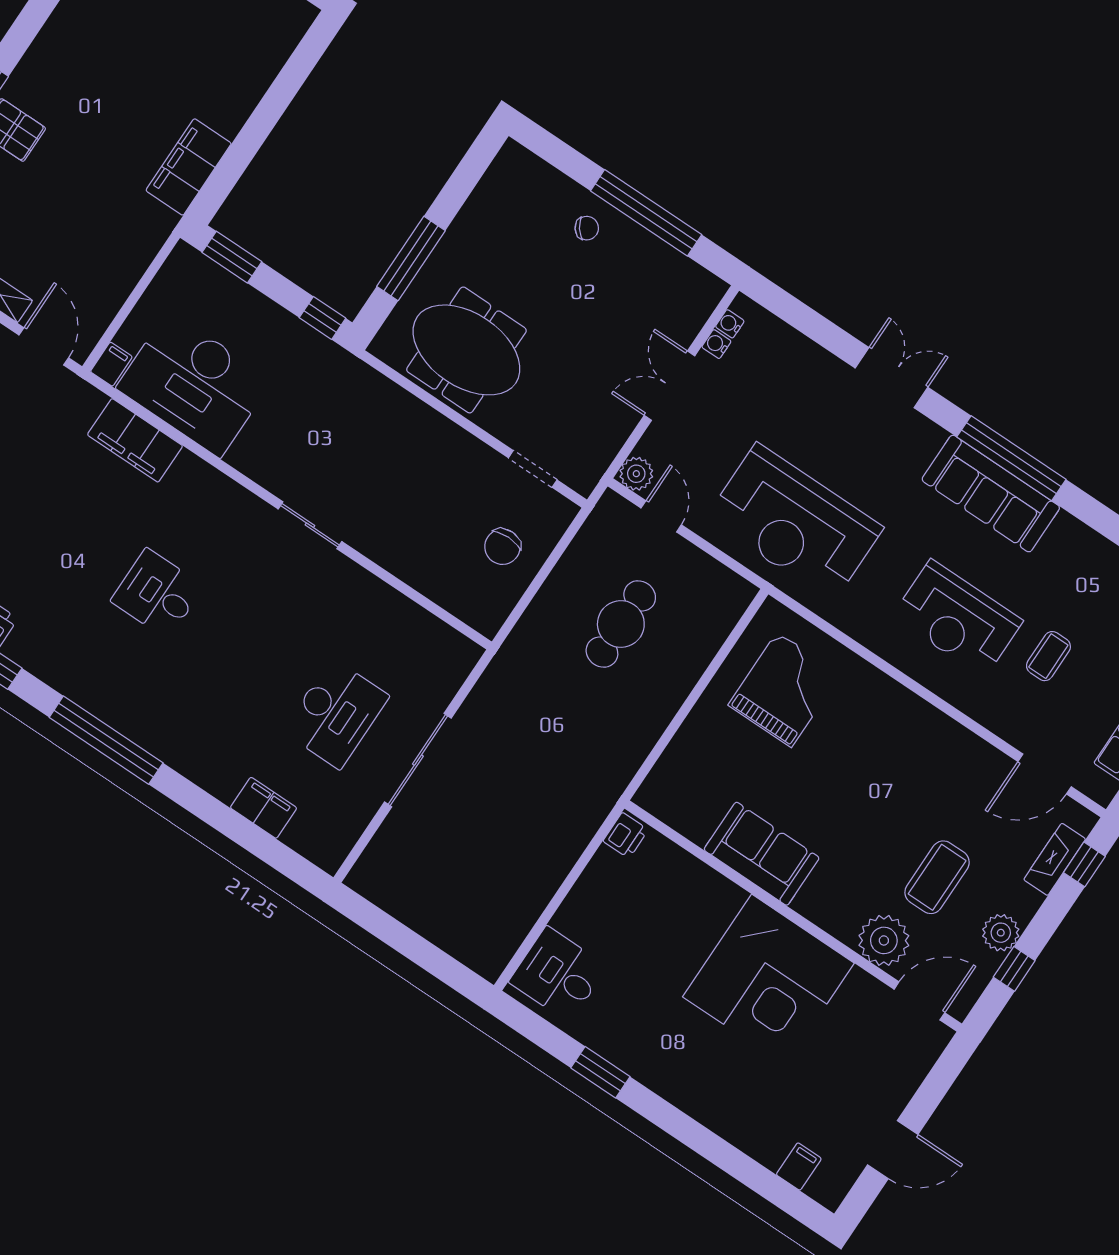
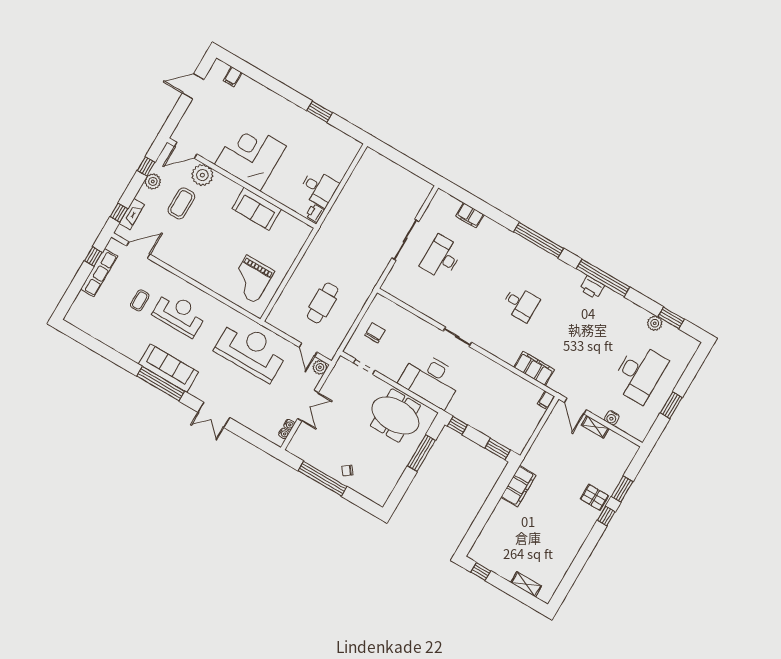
desk: (194, 384) -> (431, 380), moved, turned 180
desk: (558, 974) -> (319, 188), moved

